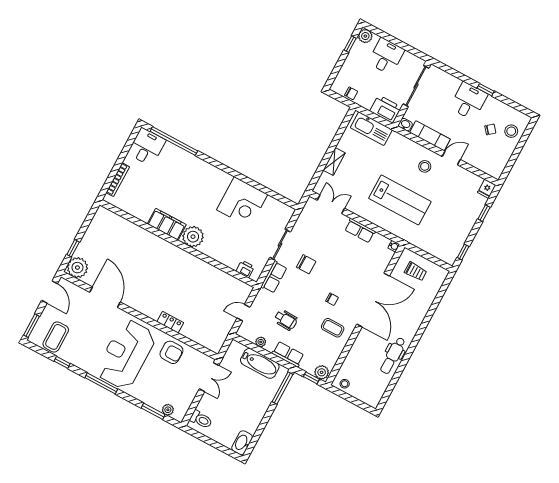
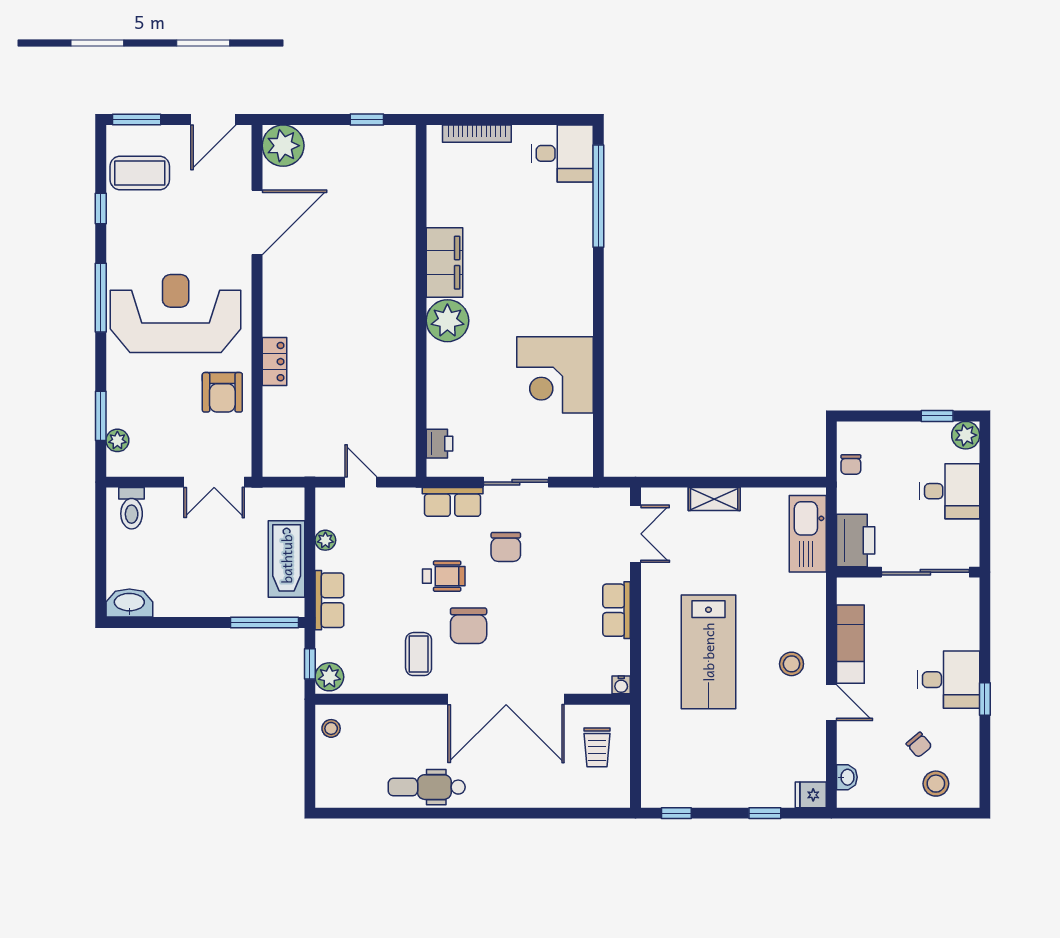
washbasin: (405, 125) -> (847, 777), moved
window: (73, 248) -> (367, 120), moved
chair: (332, 299) -> (469, 626), width x1.87, depth x1.87
wheelchair: (286, 320) -> (444, 576), moved, turned -93

